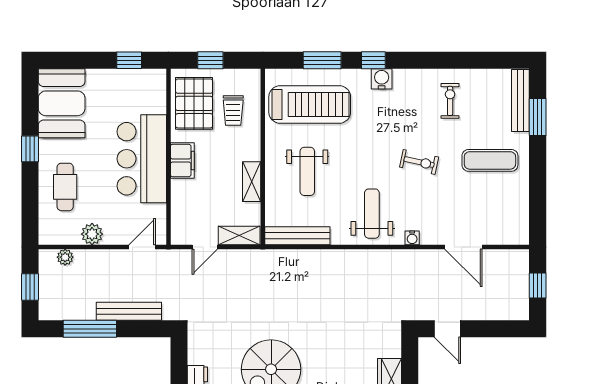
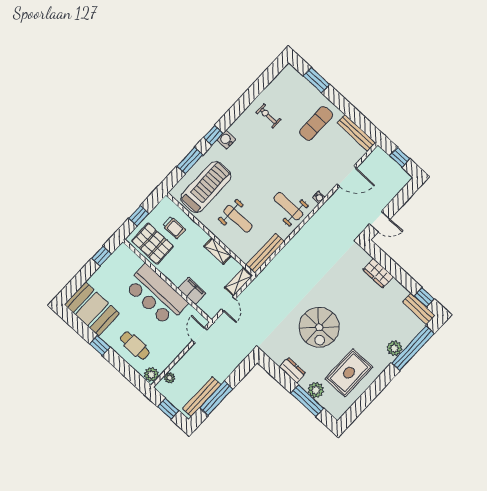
bench: (520, 101) -> (356, 133), moved
filing cabinet: (182, 161) -> (192, 291), moved
exercise bike: (419, 162) -> (284, 159), removed
plant: (92, 234) -> (151, 375), moved
bench: (129, 311) -> (202, 397), moved

